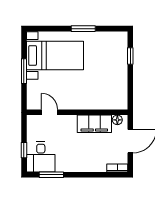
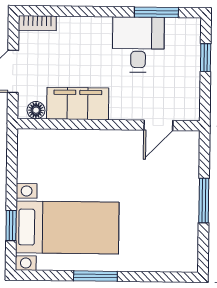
bed with nightstands: (55, 56) -> (67, 228), moved, turned 180
door: (50, 112) -> (158, 125), hinge flipped
desk: (41, 157) -> (138, 44), moved

